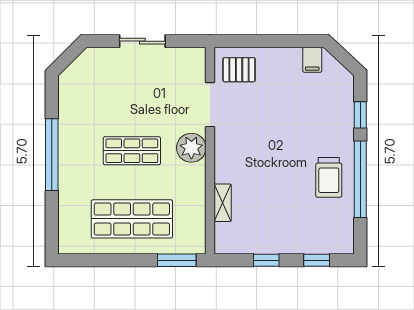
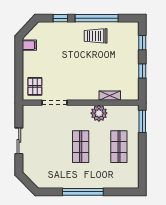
plant: (191, 148) -> (99, 113), moved
trolley: (329, 177) -> (96, 36), turned 180
shop shelf: (132, 219) -> (119, 147), width x0.70, depth x0.74

